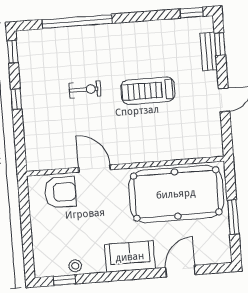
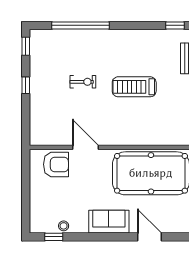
door: (180, 271) -> (149, 237), hinge flipped

